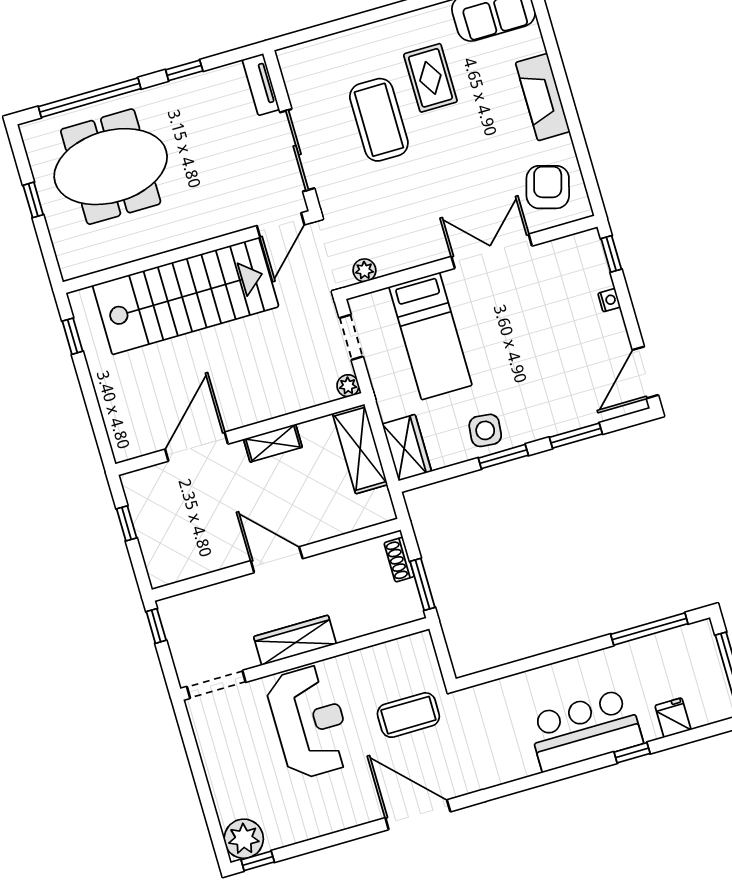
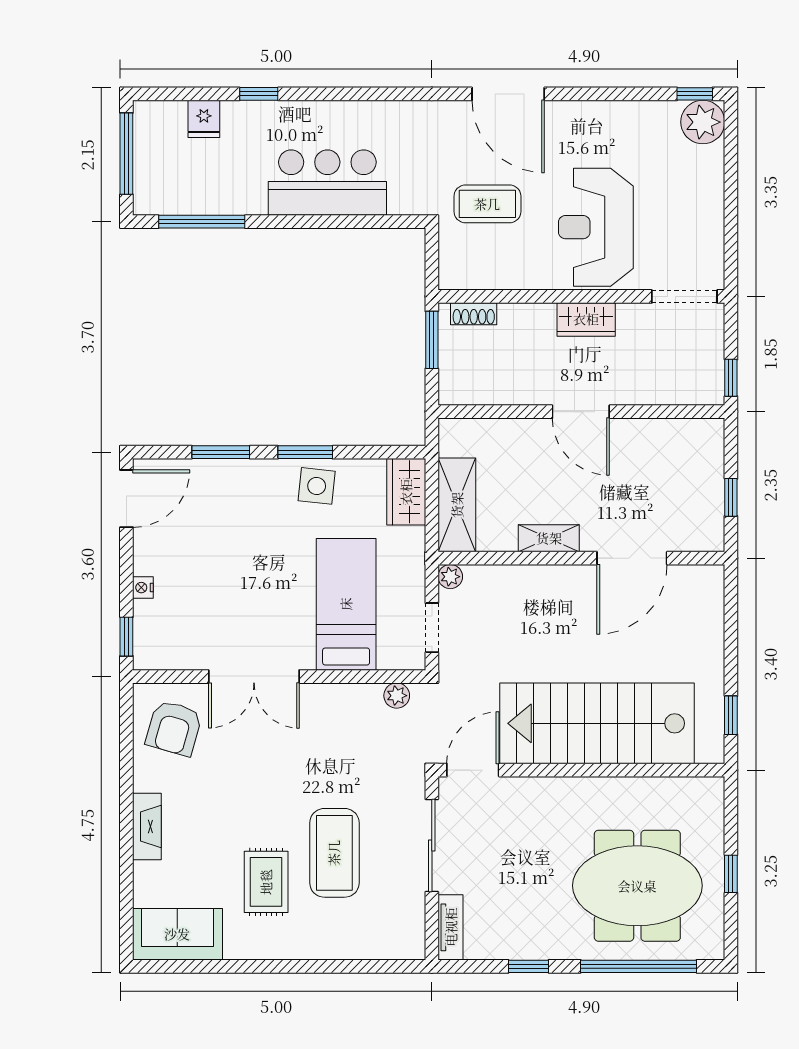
fireplace: (543, 97) -> (147, 826), width x0.73, depth x0.76
shoe rack: (399, 560) -> (474, 314), moved, turned 90
wardrobe: (295, 640) -> (586, 319), width x0.67
bar counter: (585, 730) -> (327, 183), moved, turned 180

